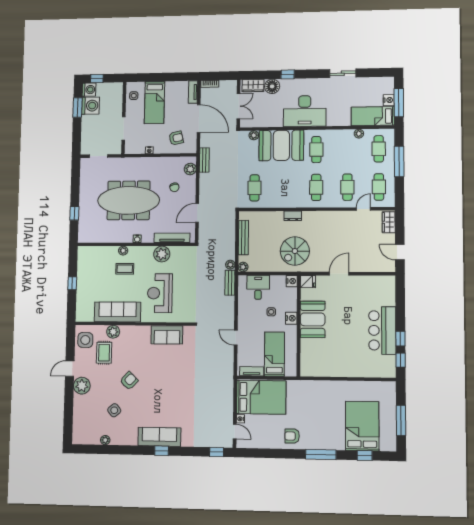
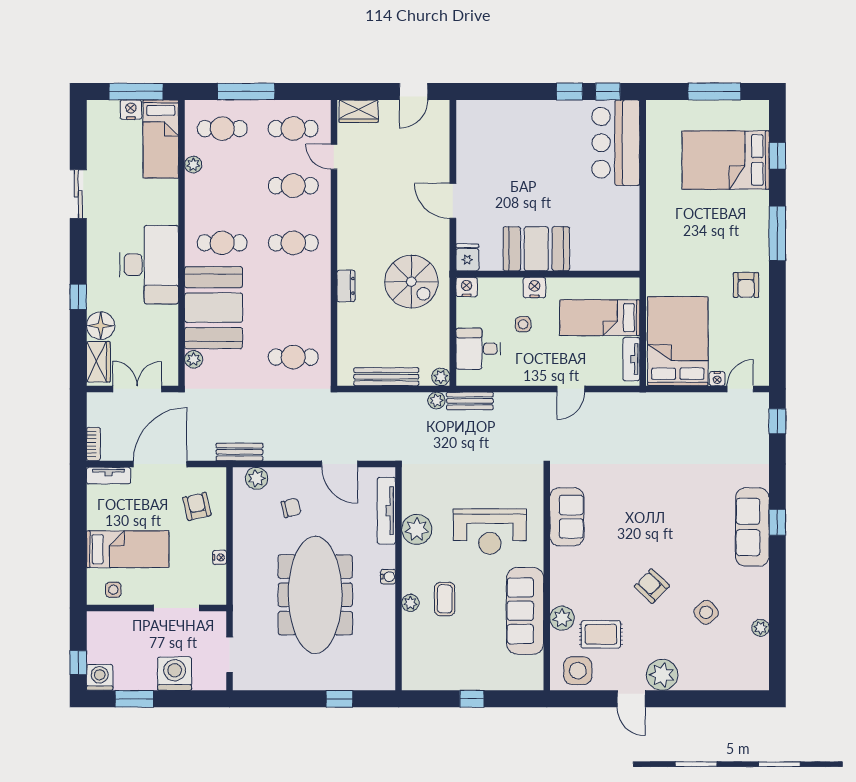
washing machine: (90, 106) -> (175, 674), moved
bar counter: (382, 330) -> (616, 143), moved, turned 90

